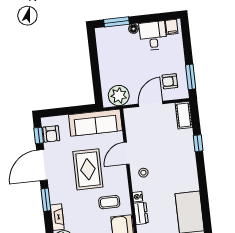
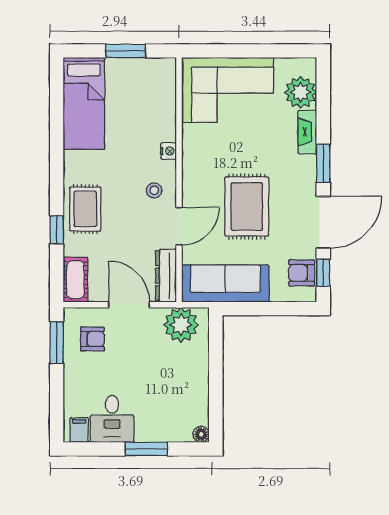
window: (117, 22) -> (146, 449), moved
floor lamp: (134, 29) -> (201, 434), moved
door: (151, 104) -> (129, 305), swing flipped
armchair: (51, 134) -> (302, 273), turned -90
rug: (183, 157) -> (85, 209), added
coffee table: (109, 202) -> (217, 147), removed
dresser: (141, 213) -> (166, 276), moved, width x1.44

